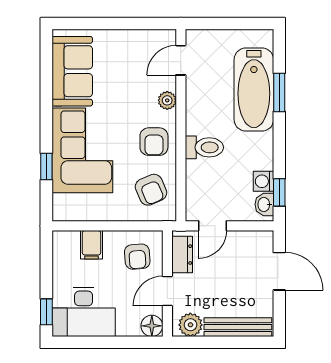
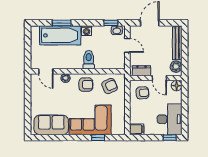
washing machine: (263, 181) -> (87, 31), moved
door: (212, 226) -> (127, 45), moved
filing cabinet: (91, 245) -> (137, 129), moved

